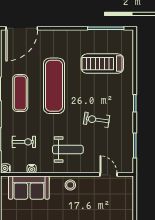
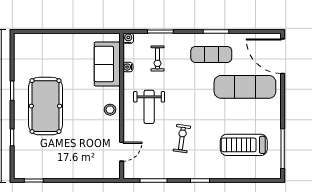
treadmill: (102, 64) -> (244, 145), turned -90
exercise mat: (54, 86) -> (245, 87), moved

